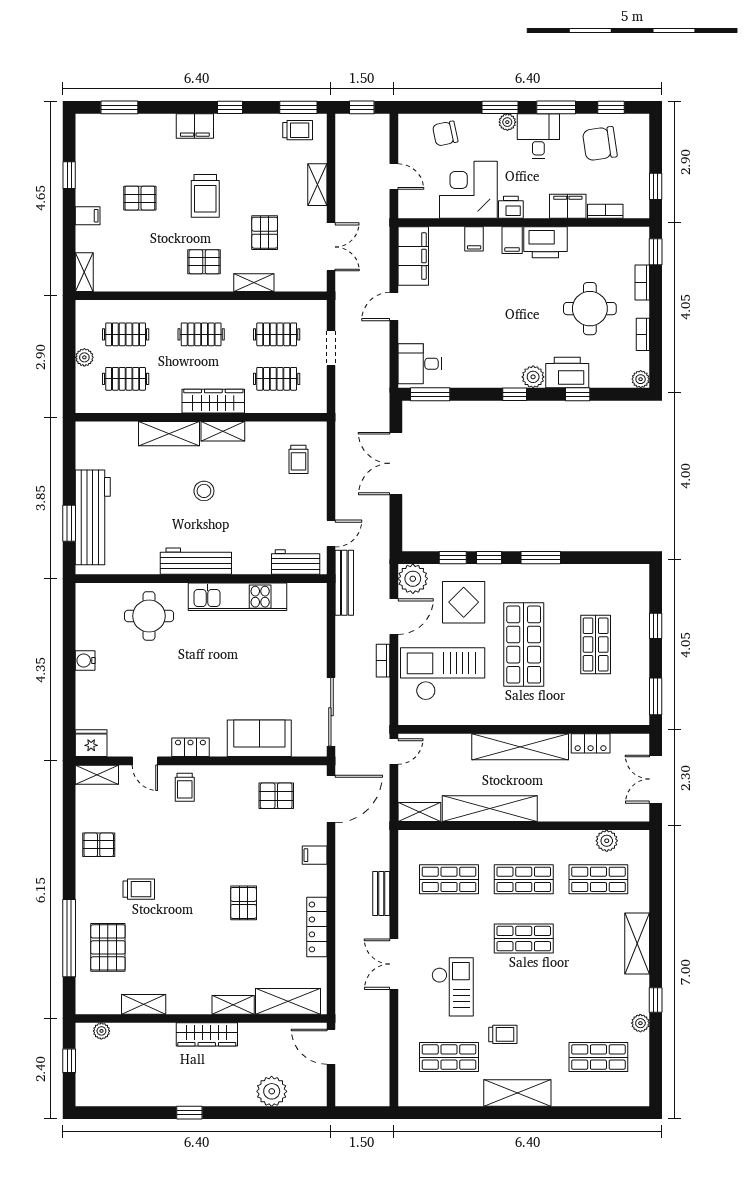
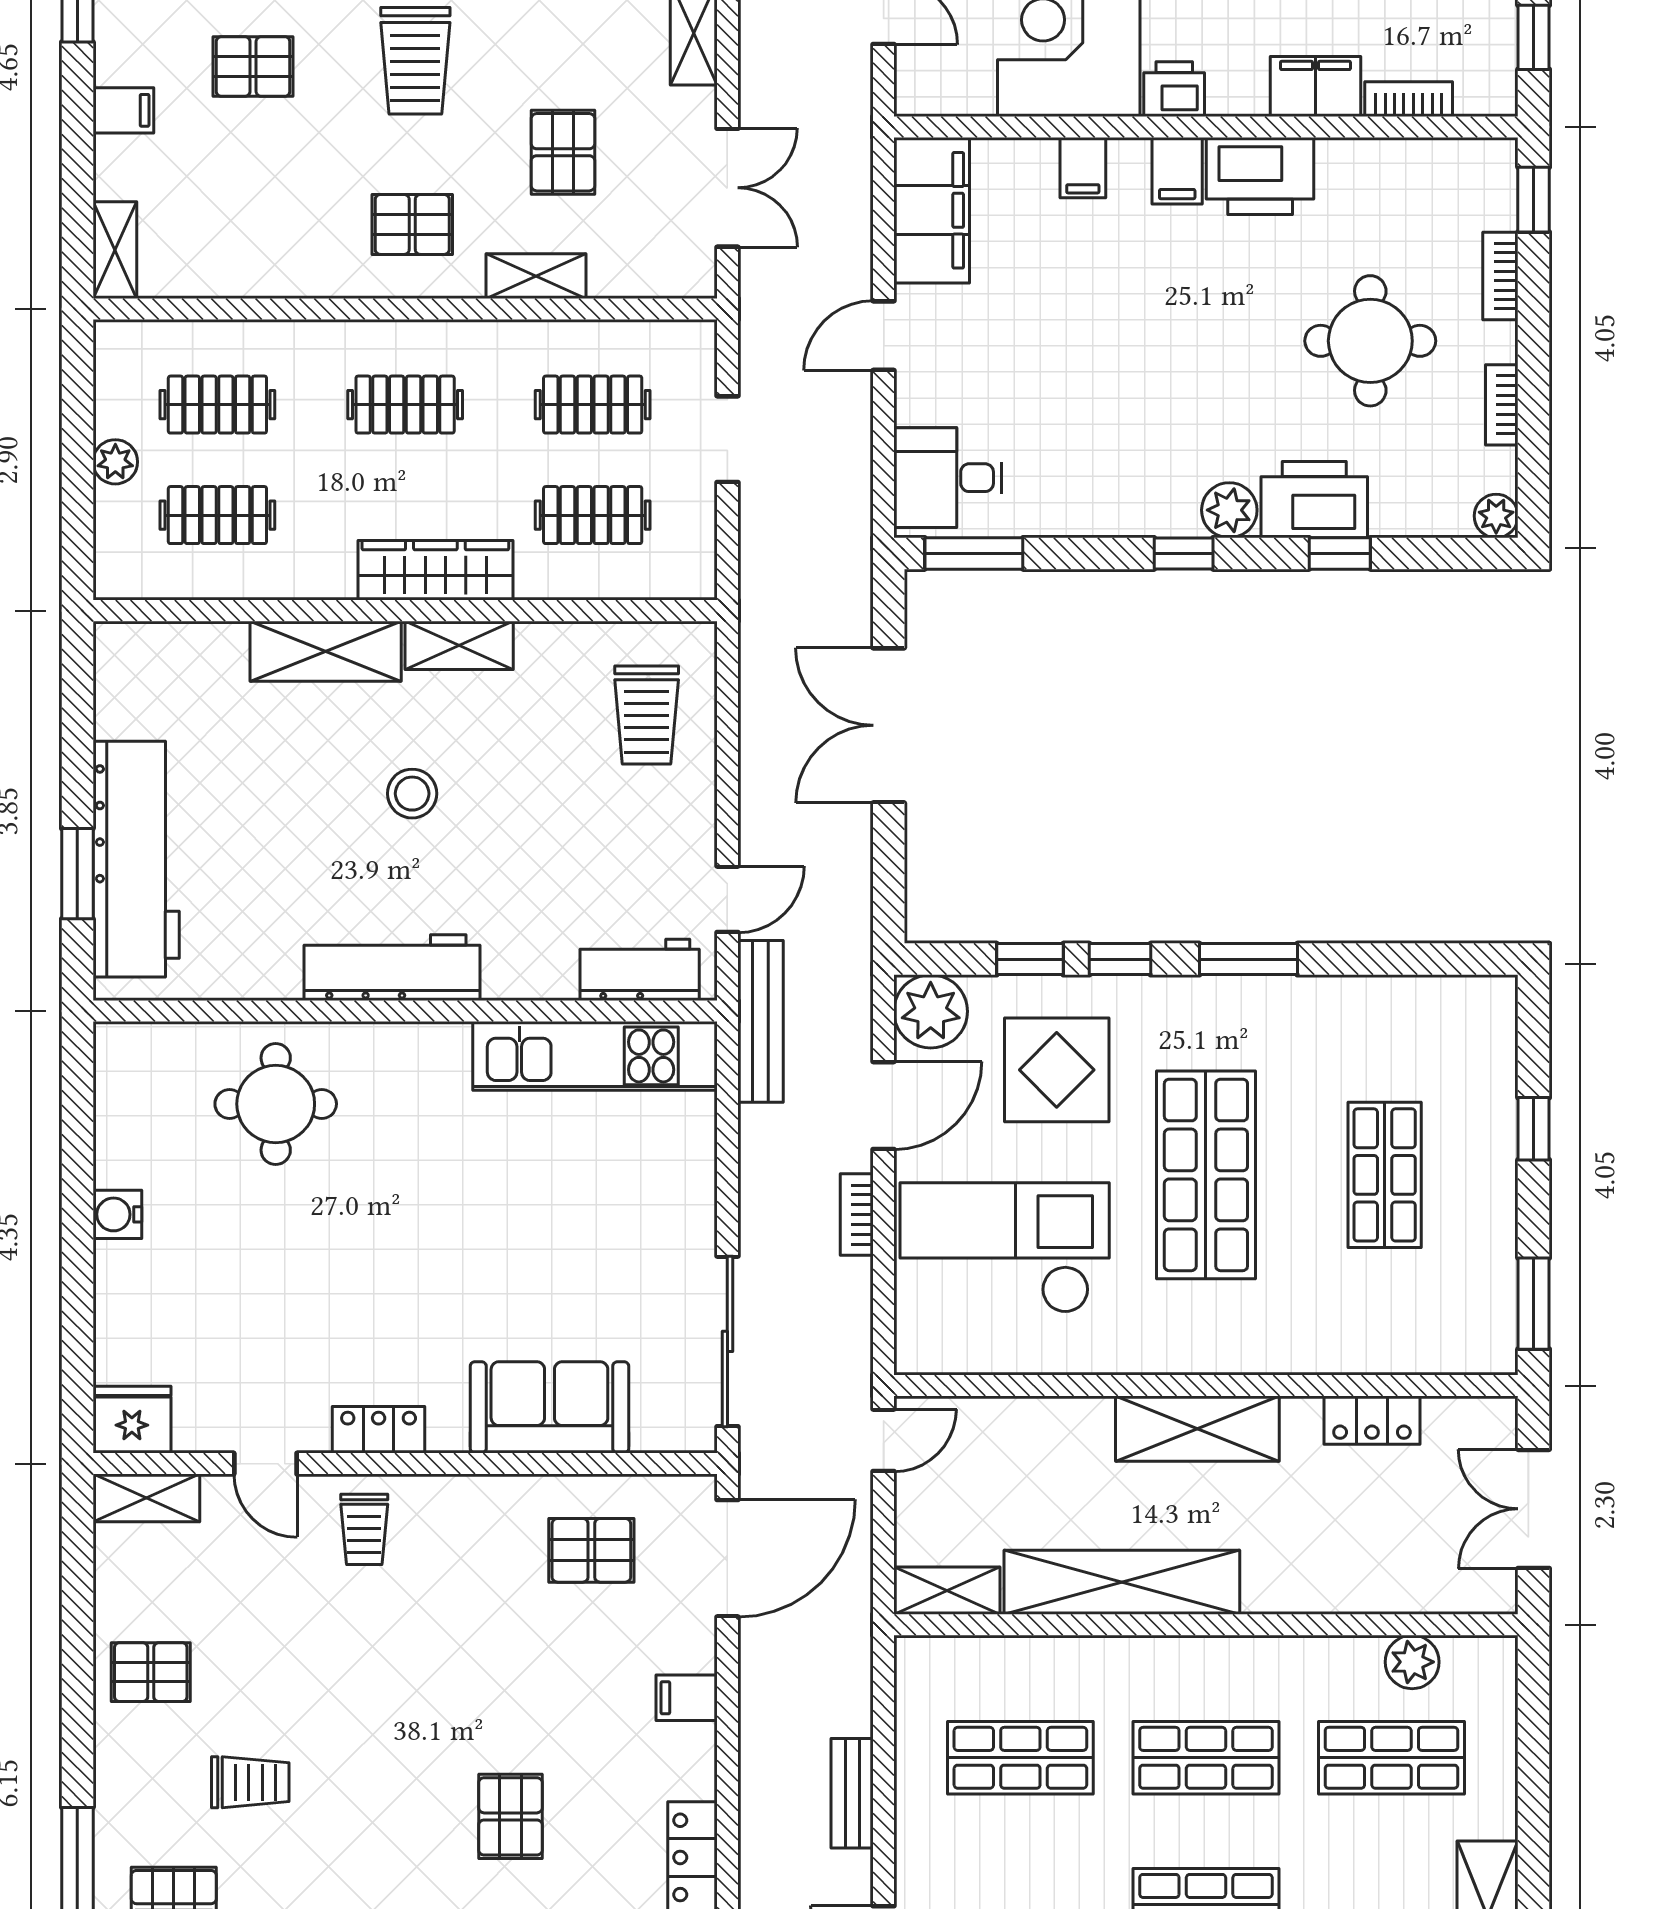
trolley: (298, 459) -> (647, 715), width x1.36, depth x1.39
kitchen unit: (238, 597) -> (595, 1056), moved
shelving: (520, 747) -> (1197, 1429), width x0.68

